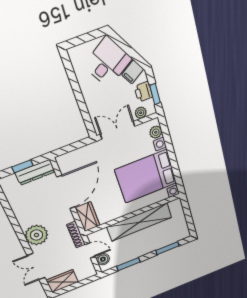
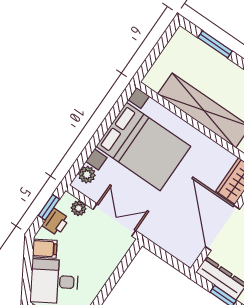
double door: (118, 130) -> (114, 220), swing flipped
door: (66, 192) -> (222, 228), hinge flipped

